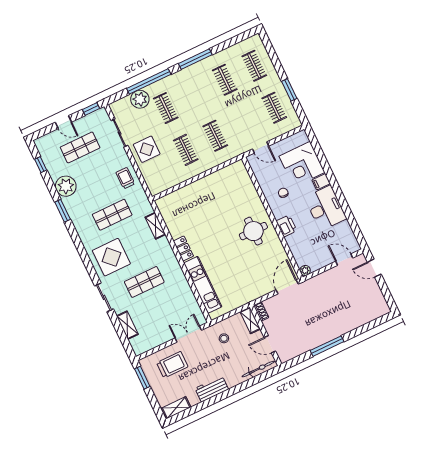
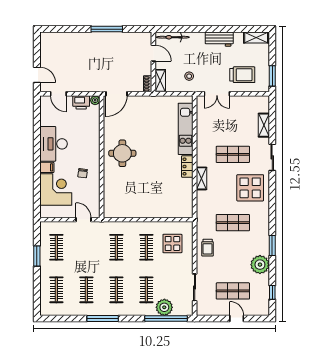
window: (149, 81) -> (166, 319), moved
clothes rail: (195, 94) -> (116, 290), added
window: (91, 109) -> (209, 319), removed
display table: (147, 149) -> (172, 243), moved
shelving: (155, 226) -> (201, 178), moved
printer: (286, 226) -> (81, 102), moved, turned -90
trolley: (172, 365) -> (242, 75), turned 180

